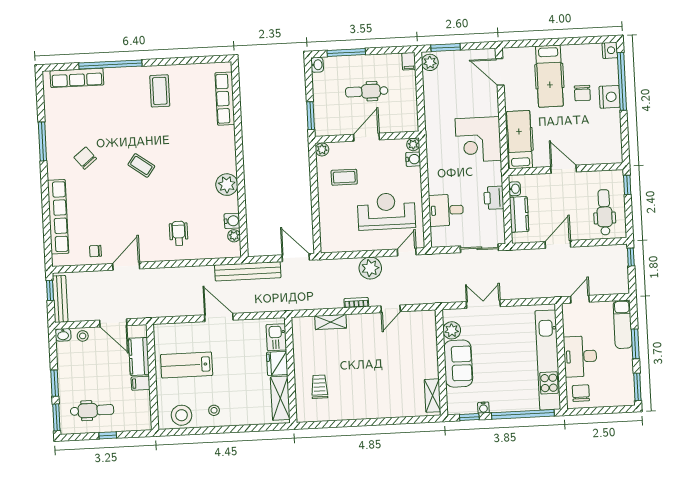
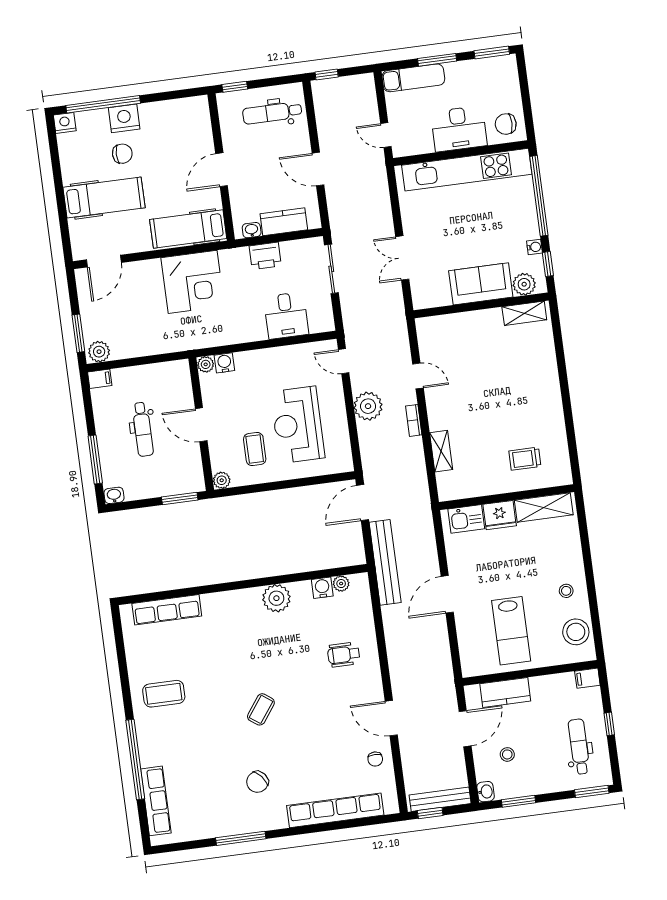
reception desk: (386, 211) -> (298, 425), moved
plant: (452, 330) -> (524, 284), moved
stool: (83, 336) -> (507, 754), moved
window: (55, 383) -> (519, 801), moved
filing cabinet: (141, 383) -> (587, 678), moved, turned 90

